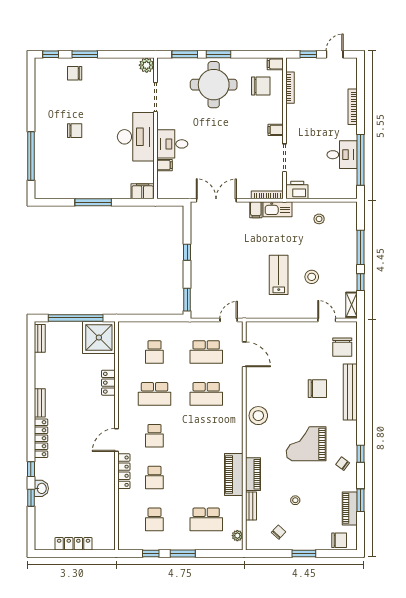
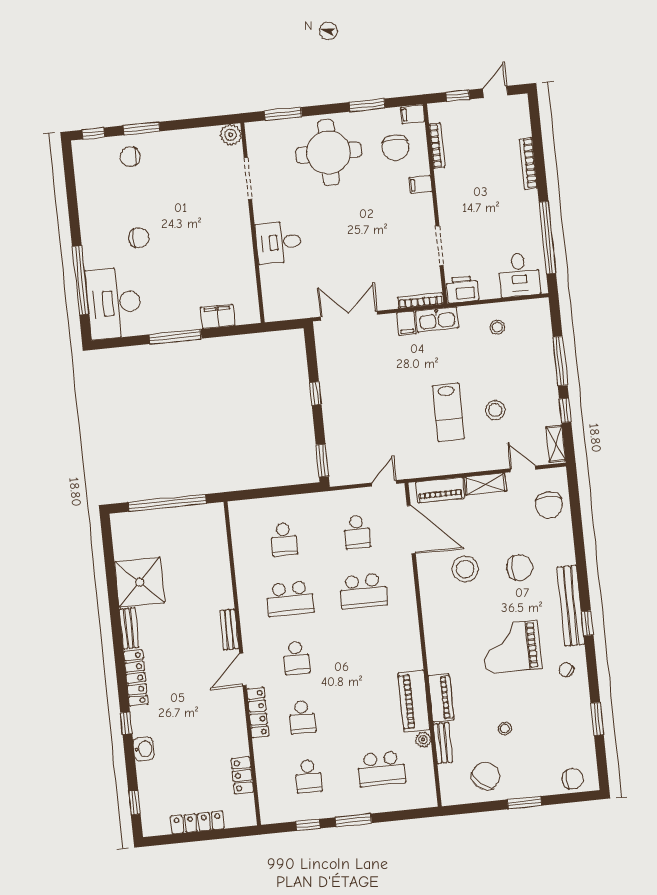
window: (218, 54) -> (367, 105), moved
chair: (261, 86) -> (395, 147), turned 90
filing cabinet: (276, 130) -> (420, 185), moved
desk: (136, 137) -> (114, 303), moved, turned 180
desk: (342, 155) -> (519, 275), moved, turned 90
filing cabinet: (164, 165) -> (271, 274), removed
filing cabinet: (143, 191) -> (218, 316), moved
lab bench: (279, 275) -> (448, 412), turned 180
shelving: (299, 328) -> (485, 484), added
bench: (40, 338) -> (229, 630), moved
shower: (99, 338) -> (140, 582), moved
school desk: (206, 352) -> (357, 532), width x0.54
door: (244, 354) -> (411, 530), width x1.36
locker: (108, 383) -> (242, 775), moved
bench: (350, 392) -> (571, 606), moved
stool: (258, 416) -> (465, 569), moved
window: (361, 454) -> (587, 623), moved
window: (31, 498) -> (134, 803), moved
piano: (350, 508) -> (440, 490), moved, turned -90
chair: (279, 532) -> (486, 776), width x1.87, depth x1.87
plant: (237, 536) -> (423, 740), moved

